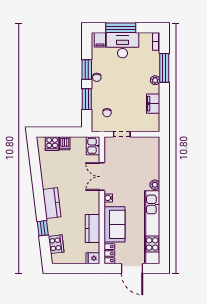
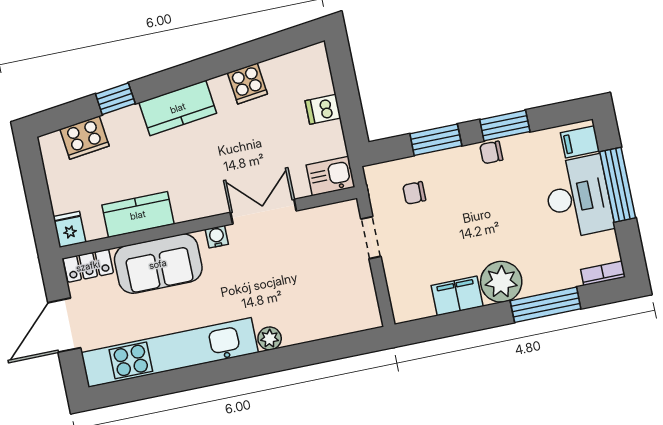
plant: (155, 80) -> (501, 282), width x1.88, depth x1.88
cooker: (52, 144) -> (247, 83), moved, turned -97

